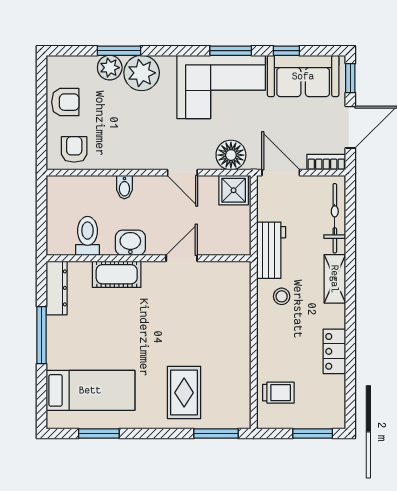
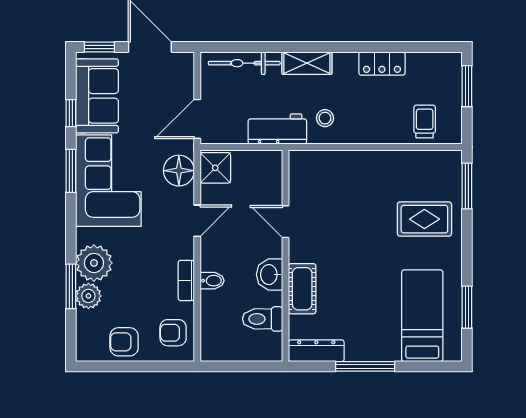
armchair: (65, 102) -> (124, 342), turned -90
bookcase: (326, 162) -> (186, 280), moved

